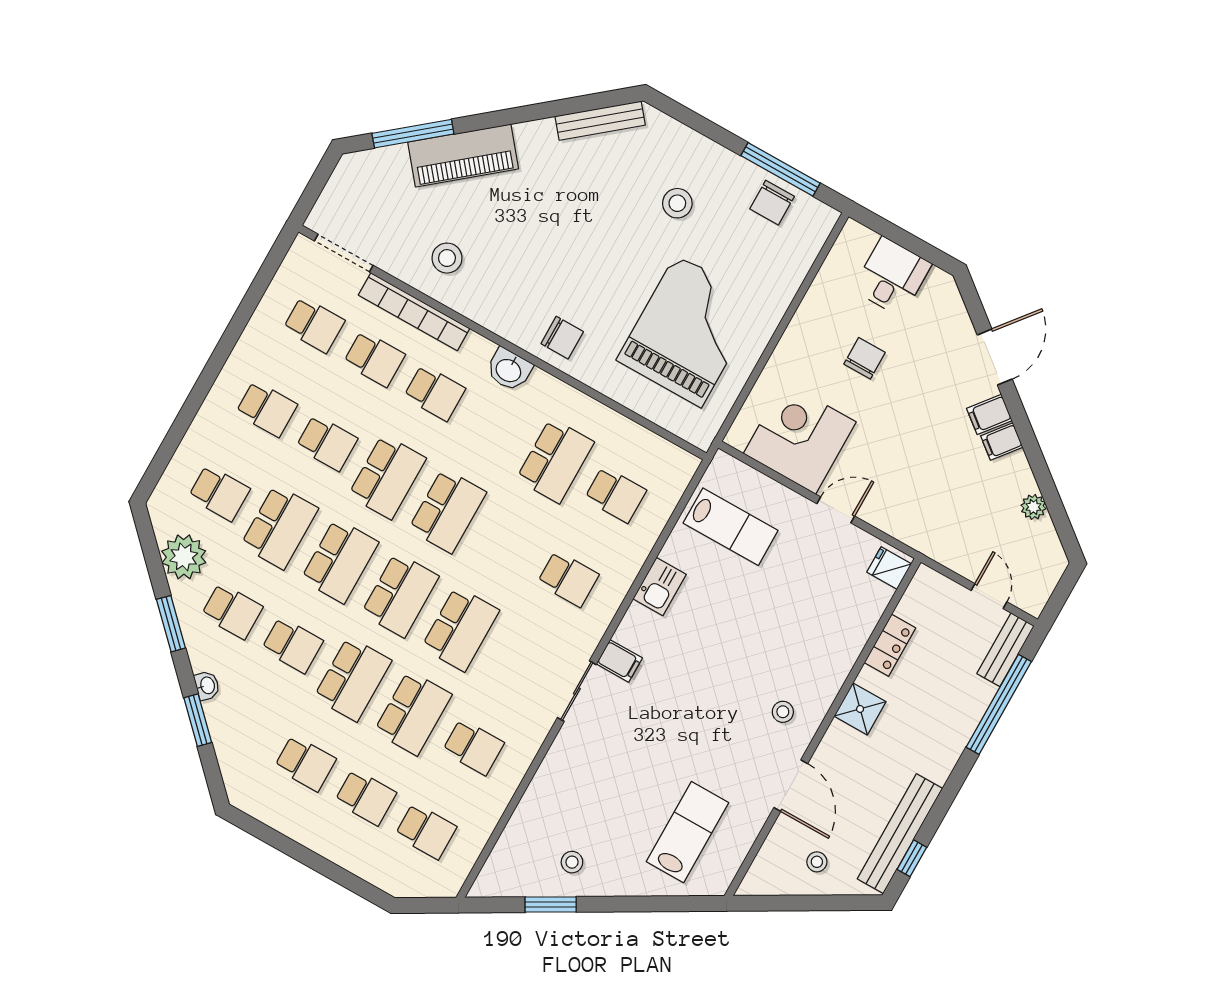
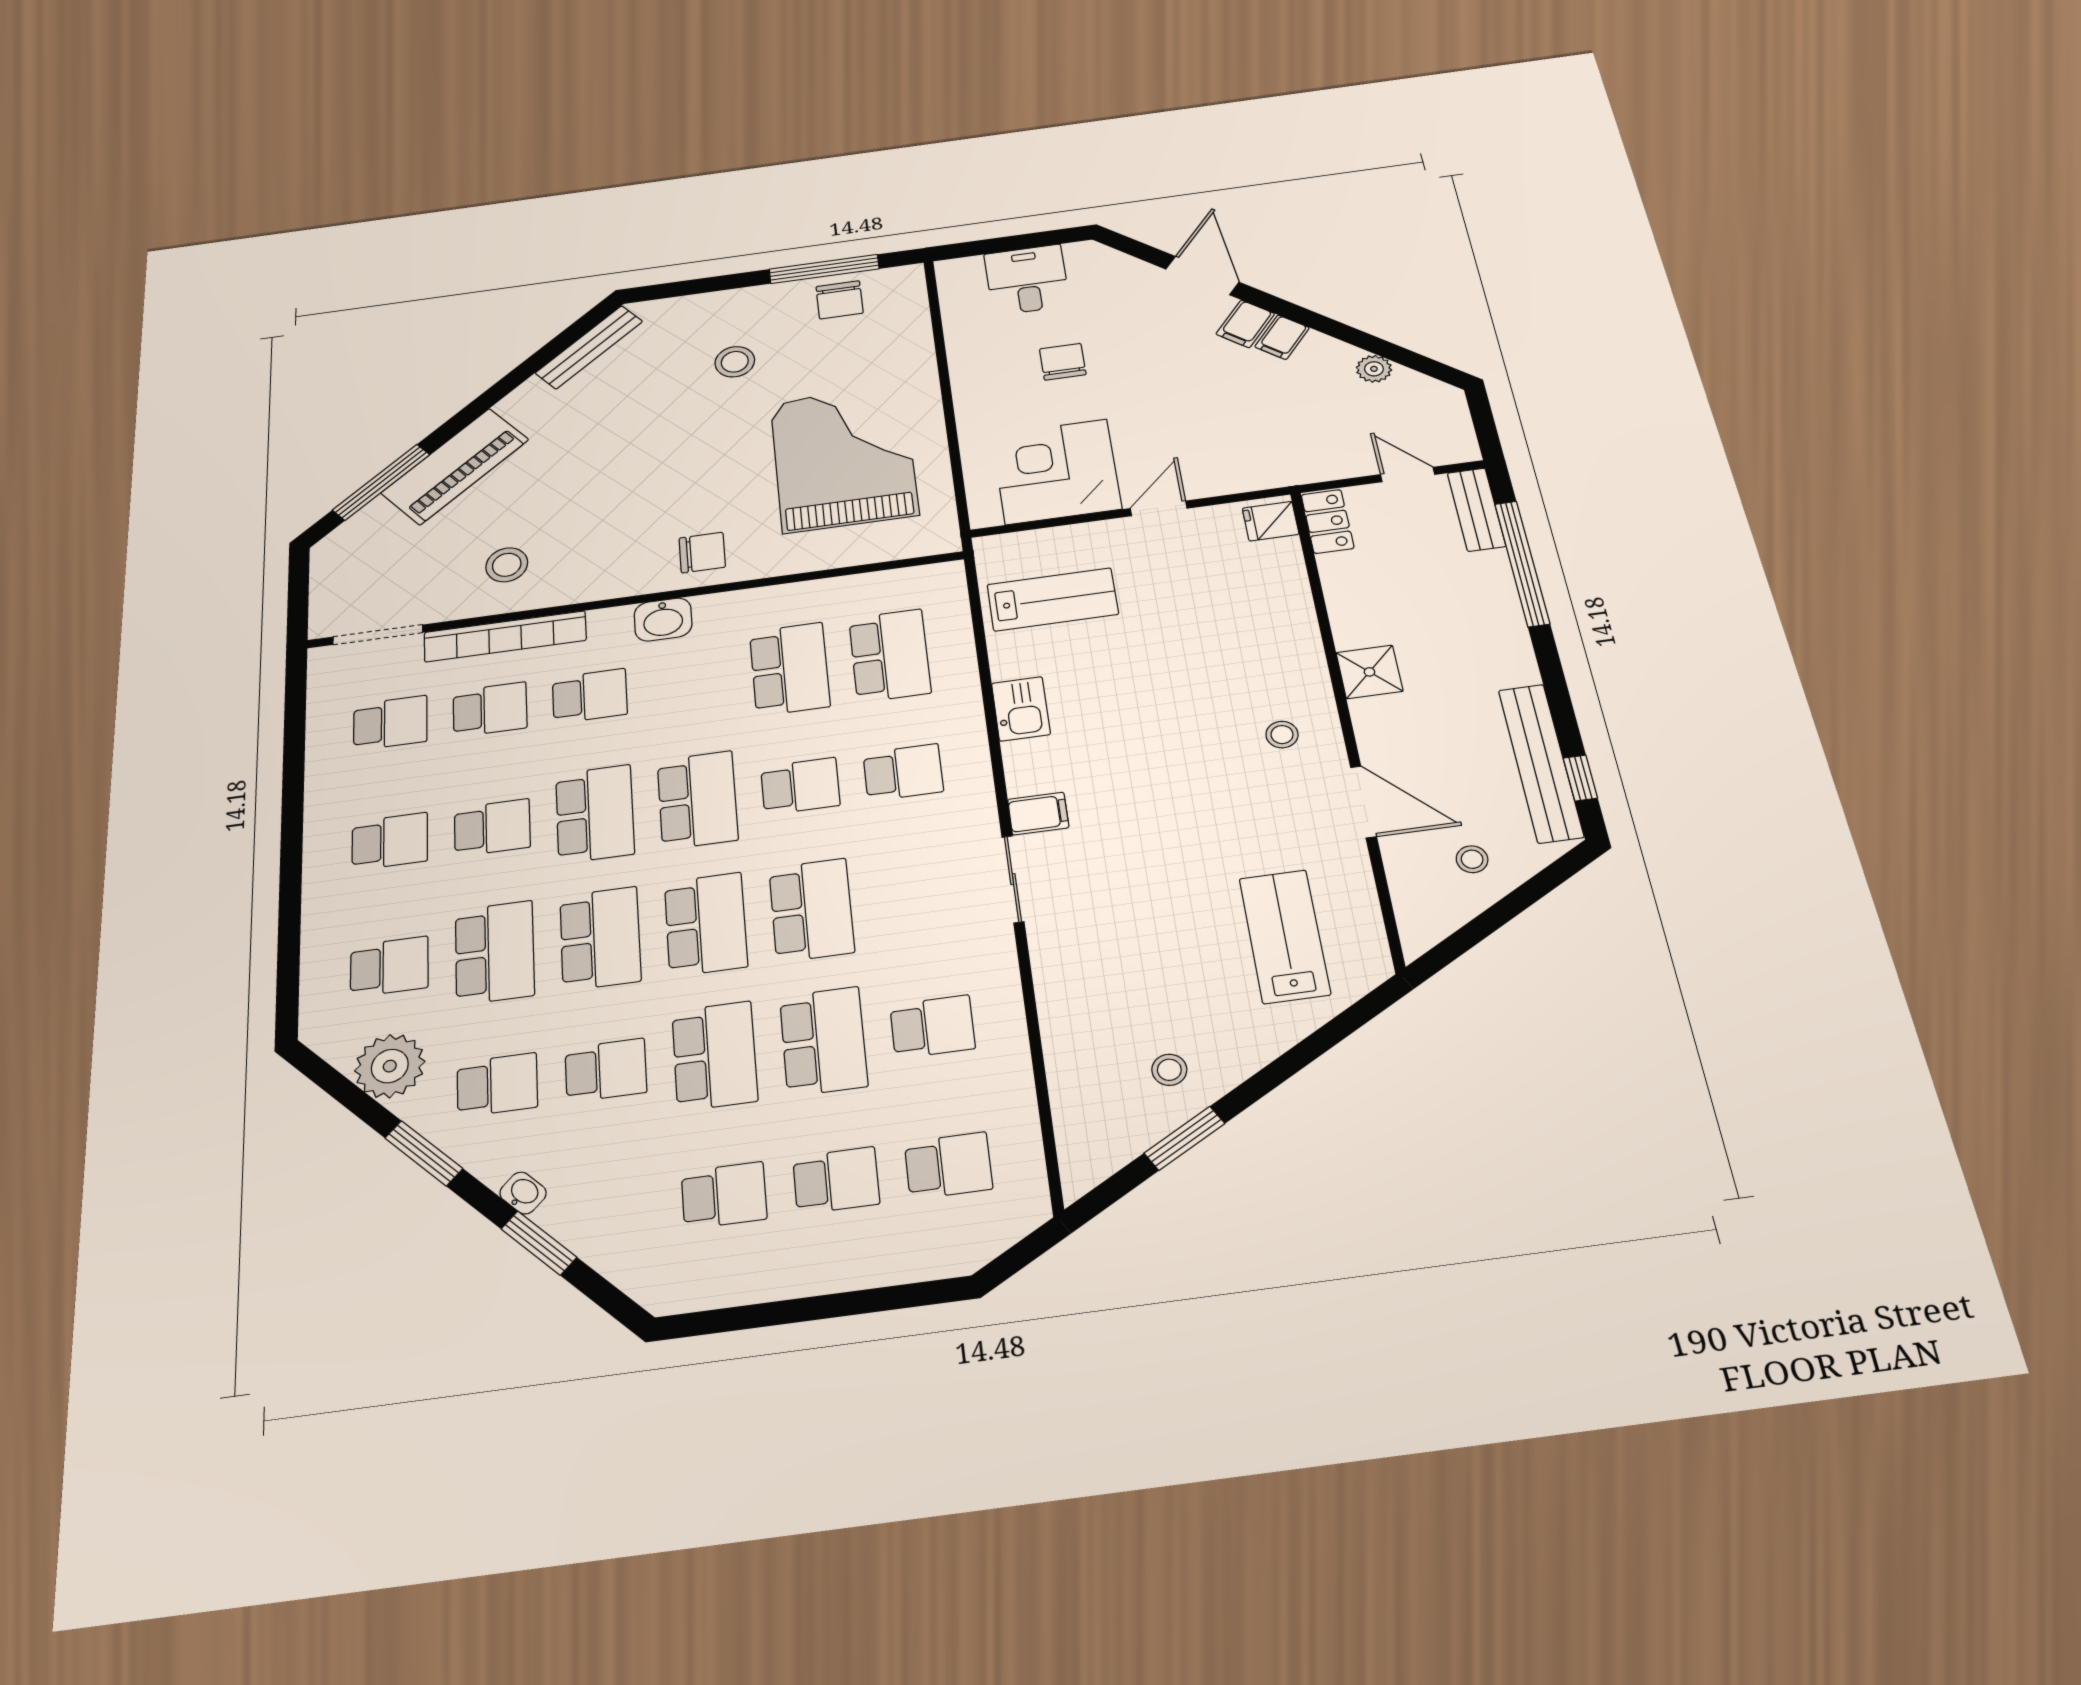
school desk: (615, 495) -> (890, 655), width x1.85
school desk: (508, 545) -> (800, 786), added
locker: (890, 645) -> (1328, 521), moved

